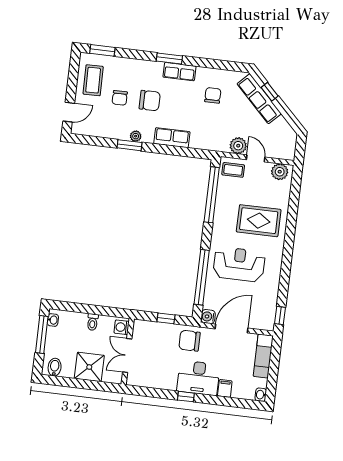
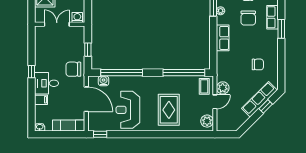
row of seats: (179, 72) -> (272, 17), moved
reception desk: (239, 264) -> (128, 110), moved, turned 180
water cooler: (208, 317) -> (104, 81), moved
chair: (190, 341) -> (73, 69), turned -90
desk: (198, 378) -> (47, 83), width x0.73

